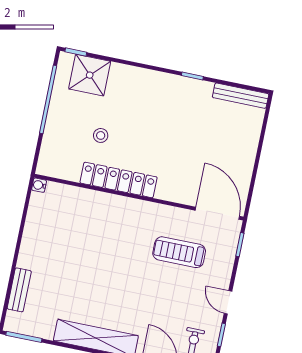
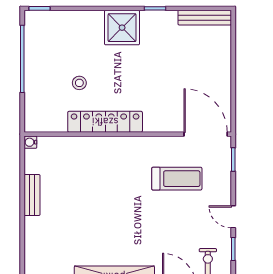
shower: (90, 75) -> (122, 28), moved
treadmill: (179, 252) -> (177, 179), turned 180
bench: (19, 290) -> (32, 195), moved

